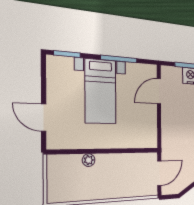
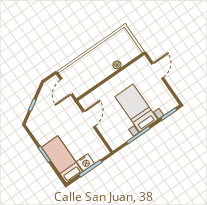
door: (159, 91) -> (89, 119), moved
door: (44, 118) -> (157, 71), hinge flipped

